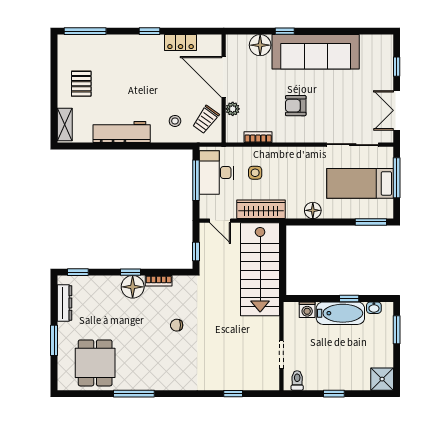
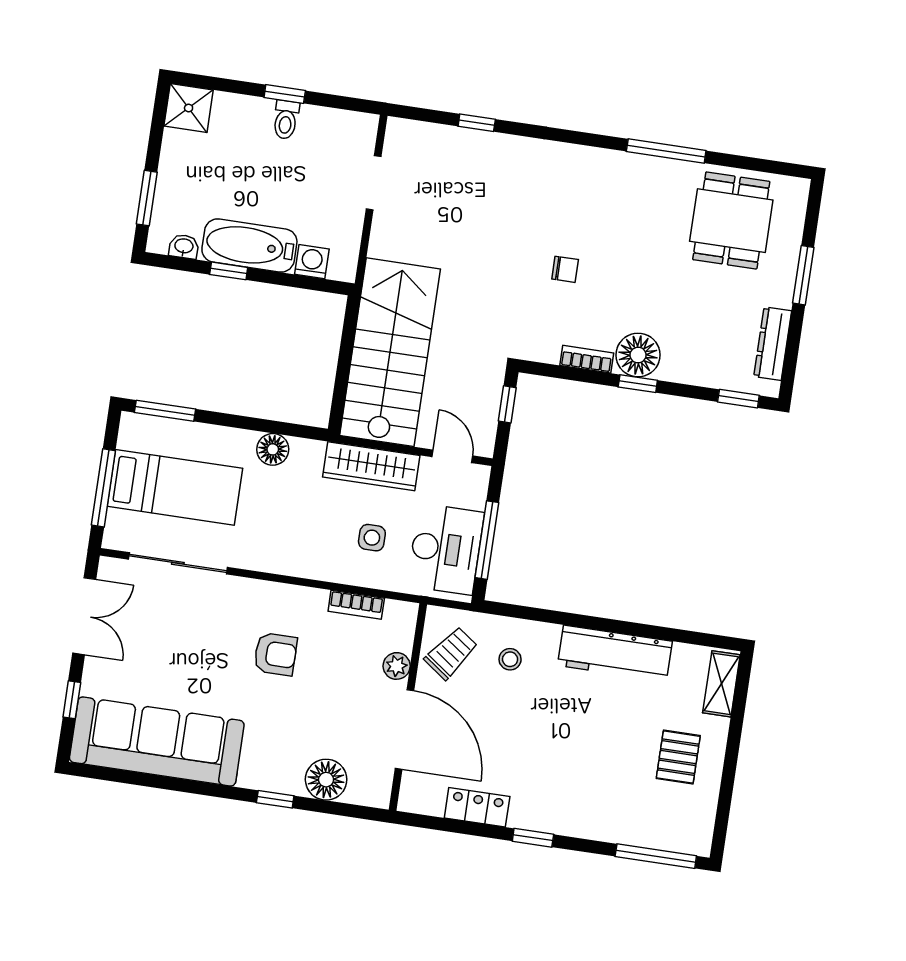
sofa: (316, 52) -> (157, 741), moved
toilet: (297, 381) -> (286, 120), moved

